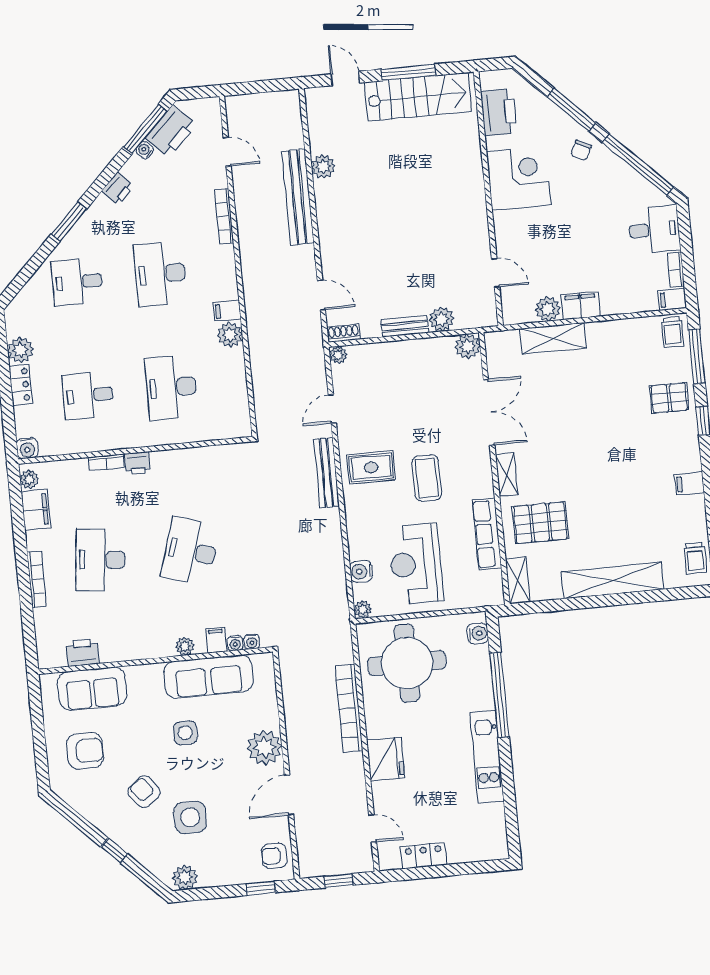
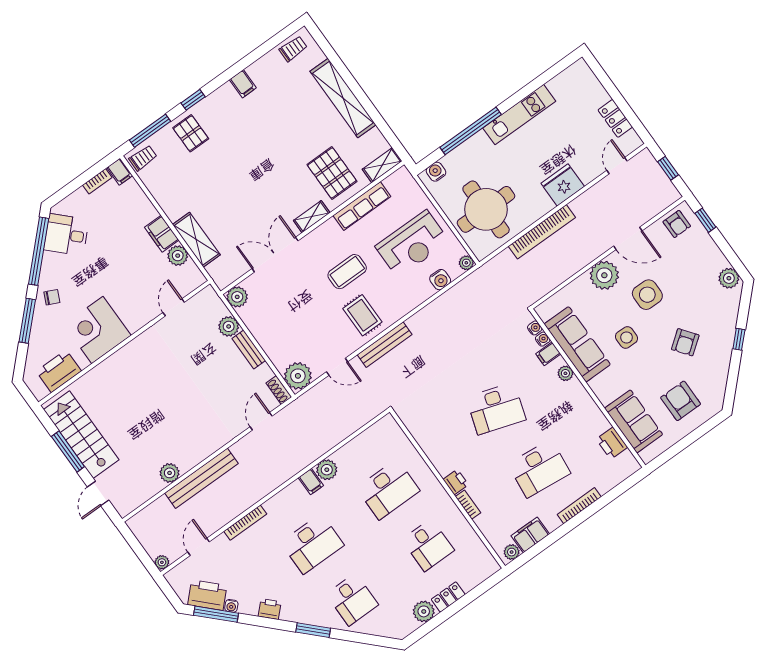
plant: (233, 104) -> (162, 562), added
desk: (654, 230) -> (66, 235), moved, turned -45
plant: (338, 355) -> (298, 376), width x1.88, depth x1.88
water cooler: (27, 448) -> (490, 566), removed
side table: (190, 817) -> (647, 295), moved

